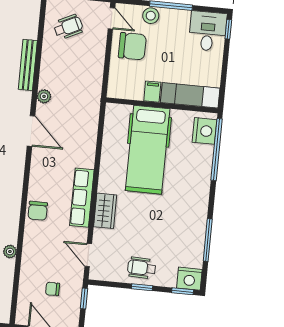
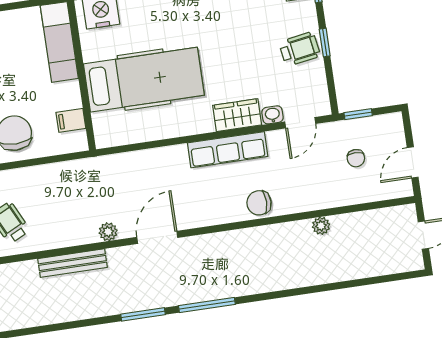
filing cabinet: (152, 92) -> (71, 120), moved
chair: (38, 211) -> (259, 203), turned 180
washbasin: (99, 236) -> (272, 115), added
wheelchair: (142, 268) -> (300, 49), turned -101

